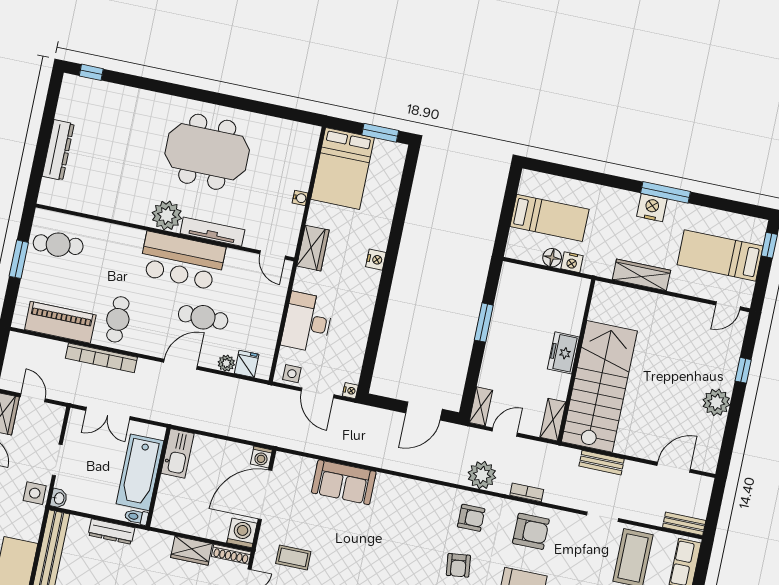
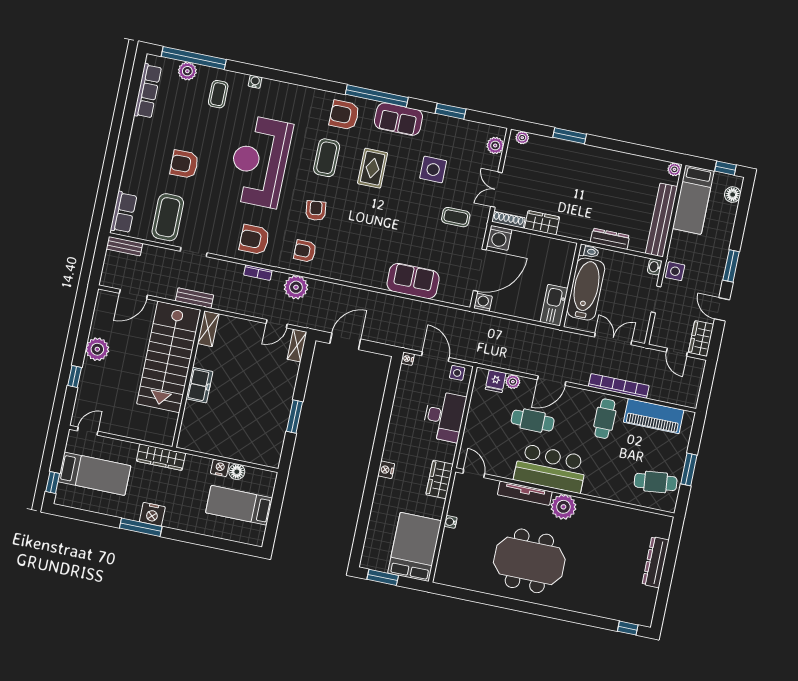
freezer: (563, 353) -> (199, 385), moved
wall: (576, 361) -> (188, 379), moved
stairs: (599, 386) -> (169, 357), moved
shelving: (553, 420) -> (208, 329), moved

